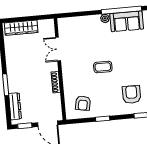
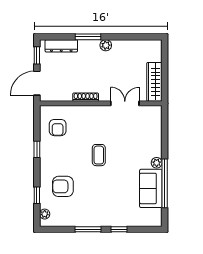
wardrobe: (21, 28) -> (154, 82), moved
plant: (11, 69) -> (106, 45), added
armchair: (132, 94) -> (63, 186), turned 180
armchair: (83, 103) -> (58, 128), turned -101

